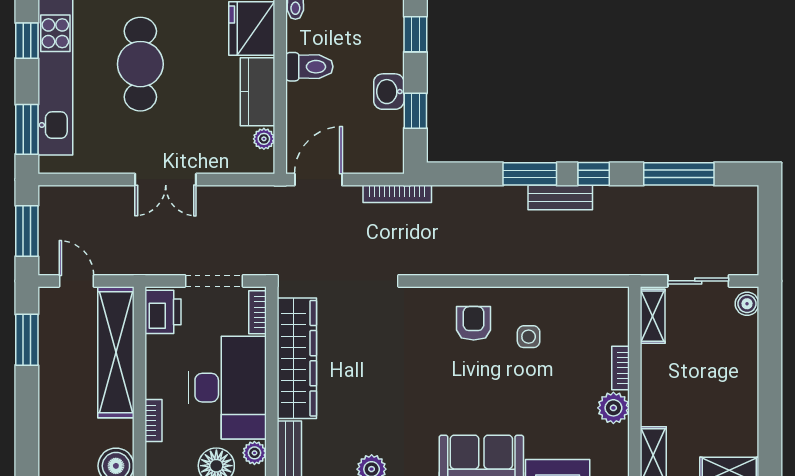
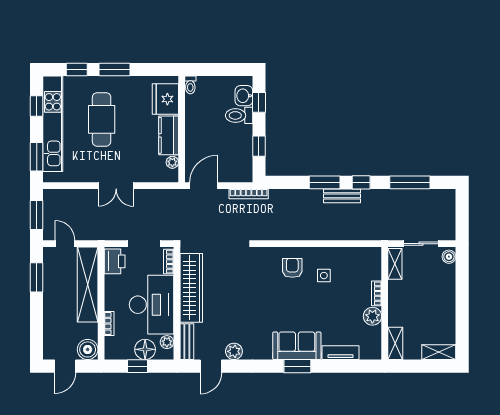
toilet: (309, 67) -> (239, 115), moved, turned 180
washbasin: (389, 92) -> (244, 96), moved

